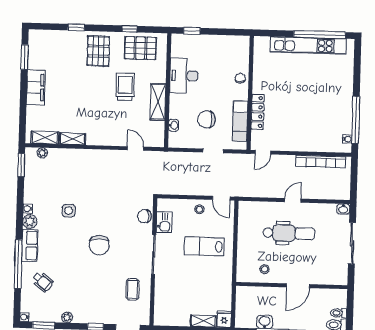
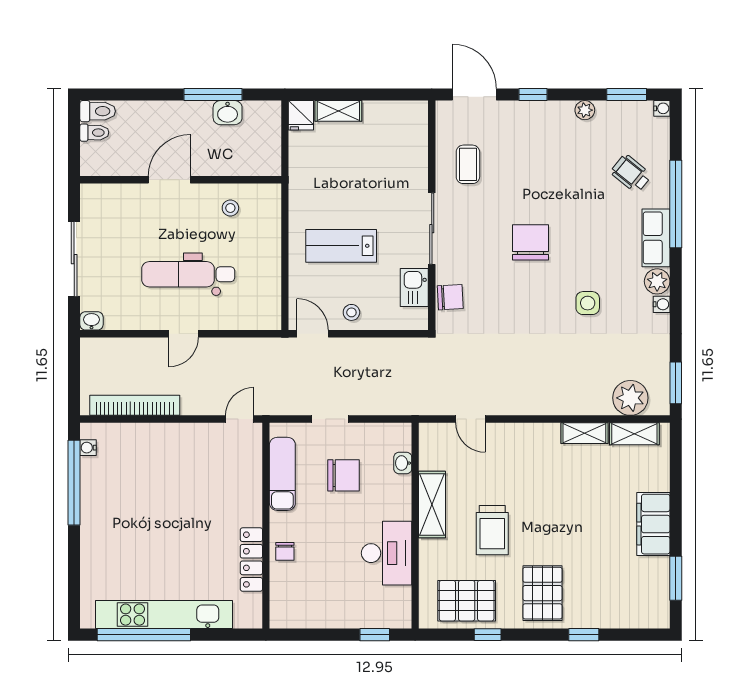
locker: (258, 112) -> (251, 560), moved
plant: (42, 153) -> (630, 398), width x1.88, depth x1.88
lab bench: (204, 246) -> (341, 246), turned 180

